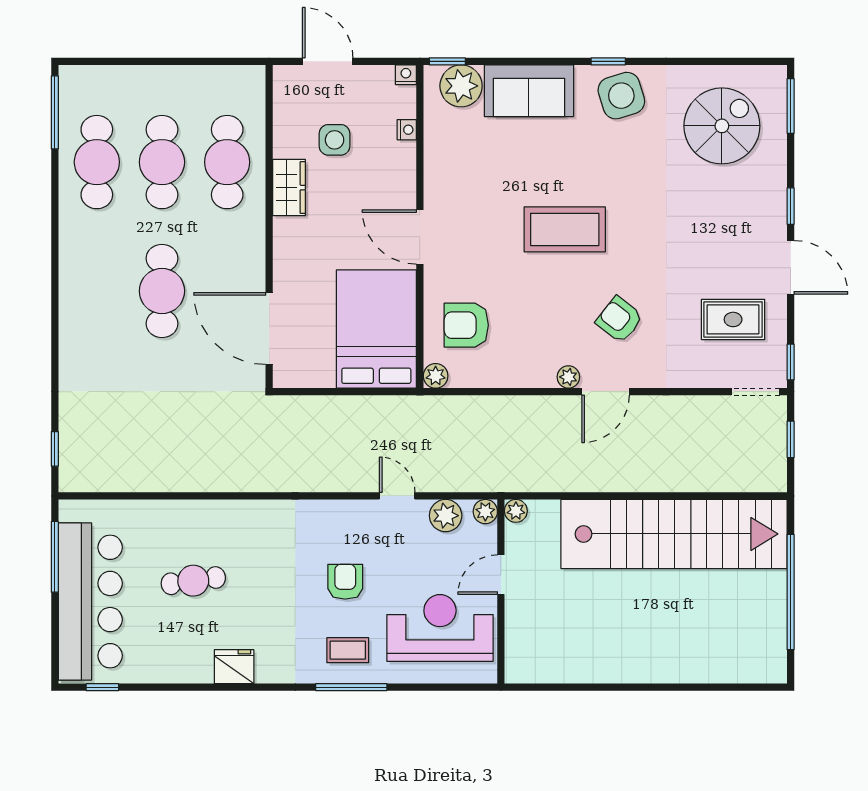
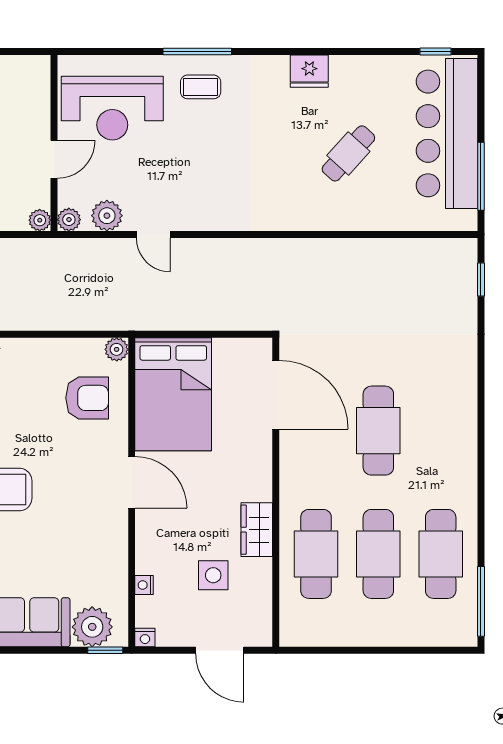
cafe table: (193, 581) -> (348, 153), turned -40
armchair: (345, 582) -> (203, 152), removed

